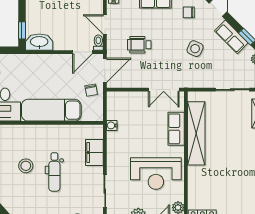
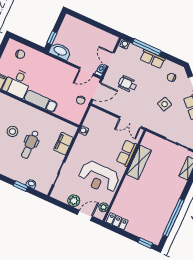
exam couch: (51, 110) -> (41, 101), width x0.73, depth x0.69
shelving: (196, 133) -> (139, 162), width x0.68

